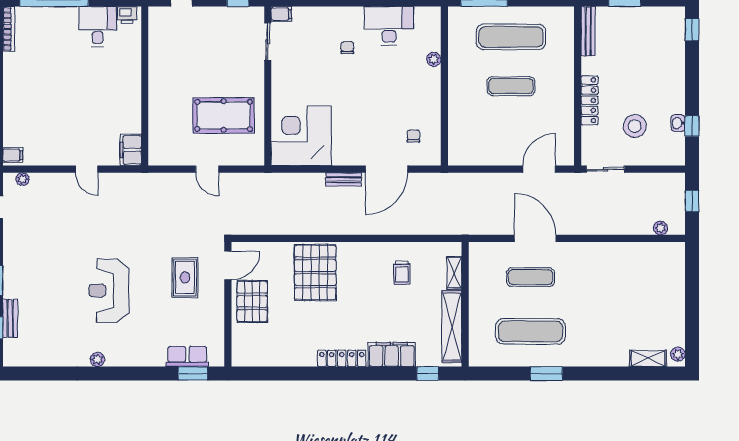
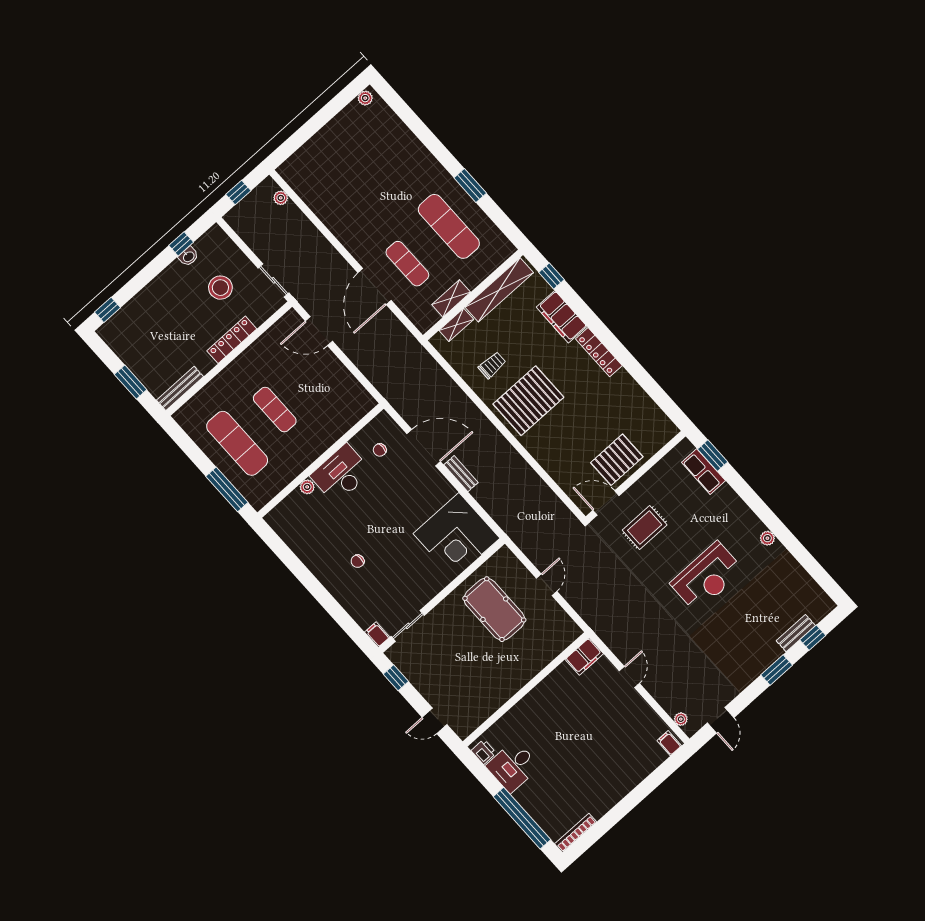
desk: (389, 26) -> (341, 474), moved, turned 90
pallet: (315, 272) -> (528, 401), moved
shelving: (648, 358) -> (451, 298), moved, turned 90

